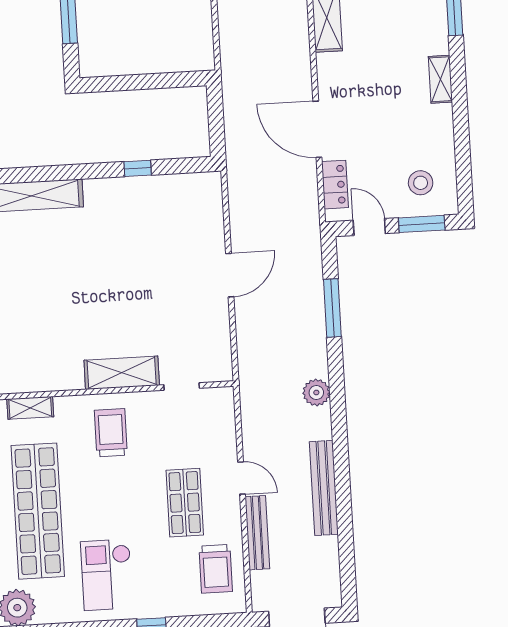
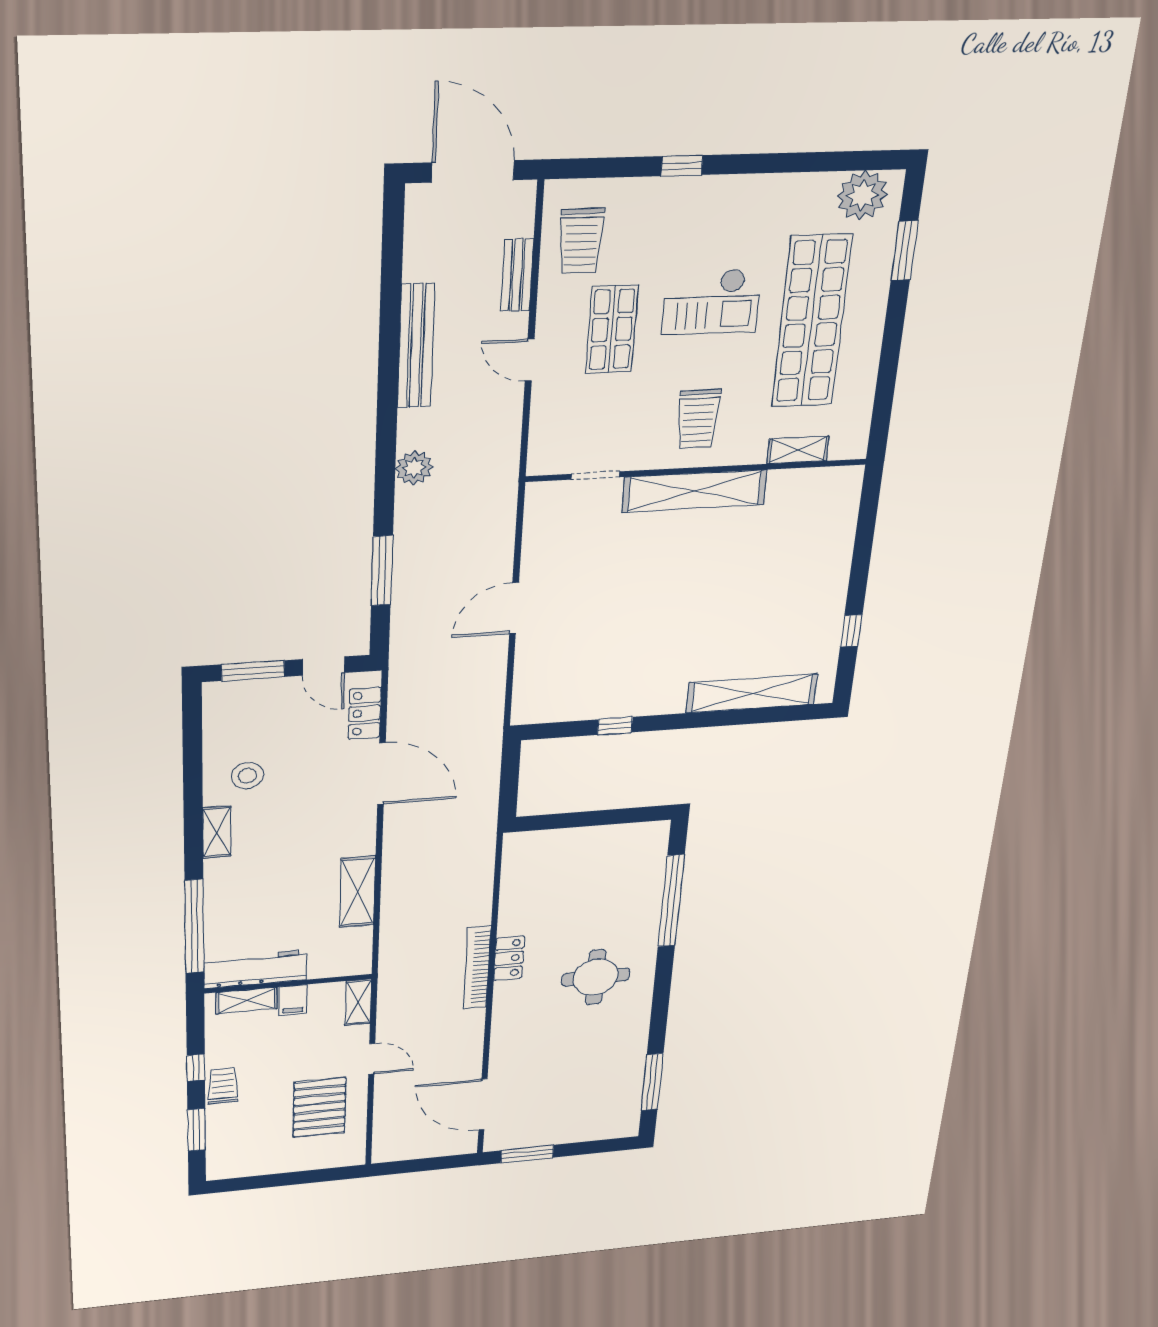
stool: (421, 183) -> (247, 776), moved
shelving: (122, 373) -> (695, 491), width x1.47
bench: (257, 533) -> (517, 275), width x0.73
trolley: (216, 569) -> (581, 241), turned 180
checkout: (107, 575) -> (712, 302), moved, turned 90

